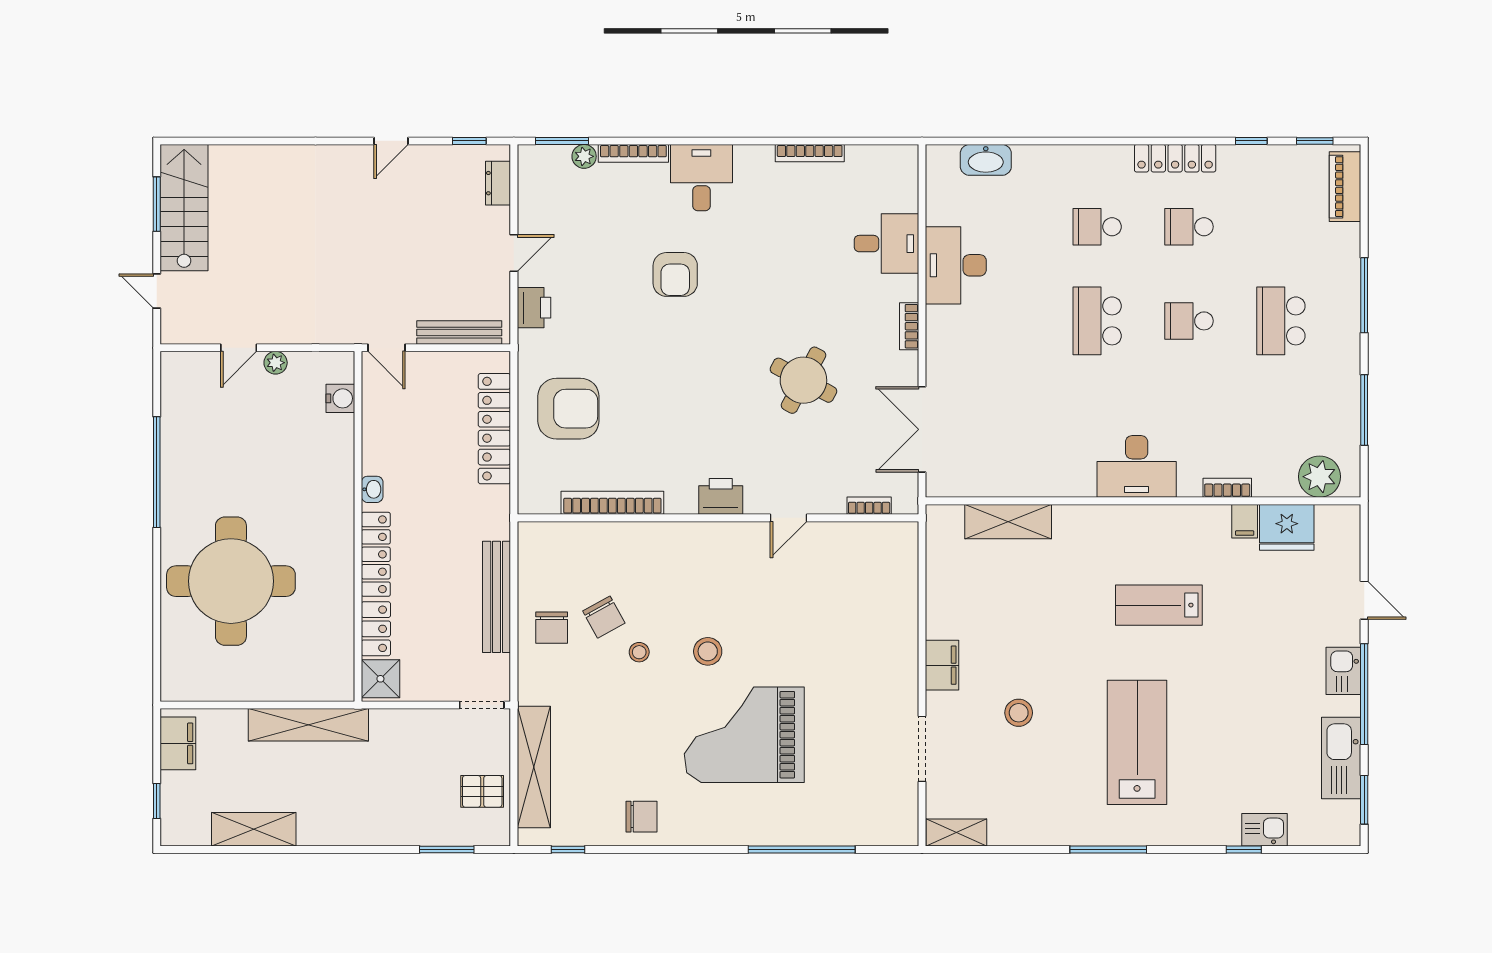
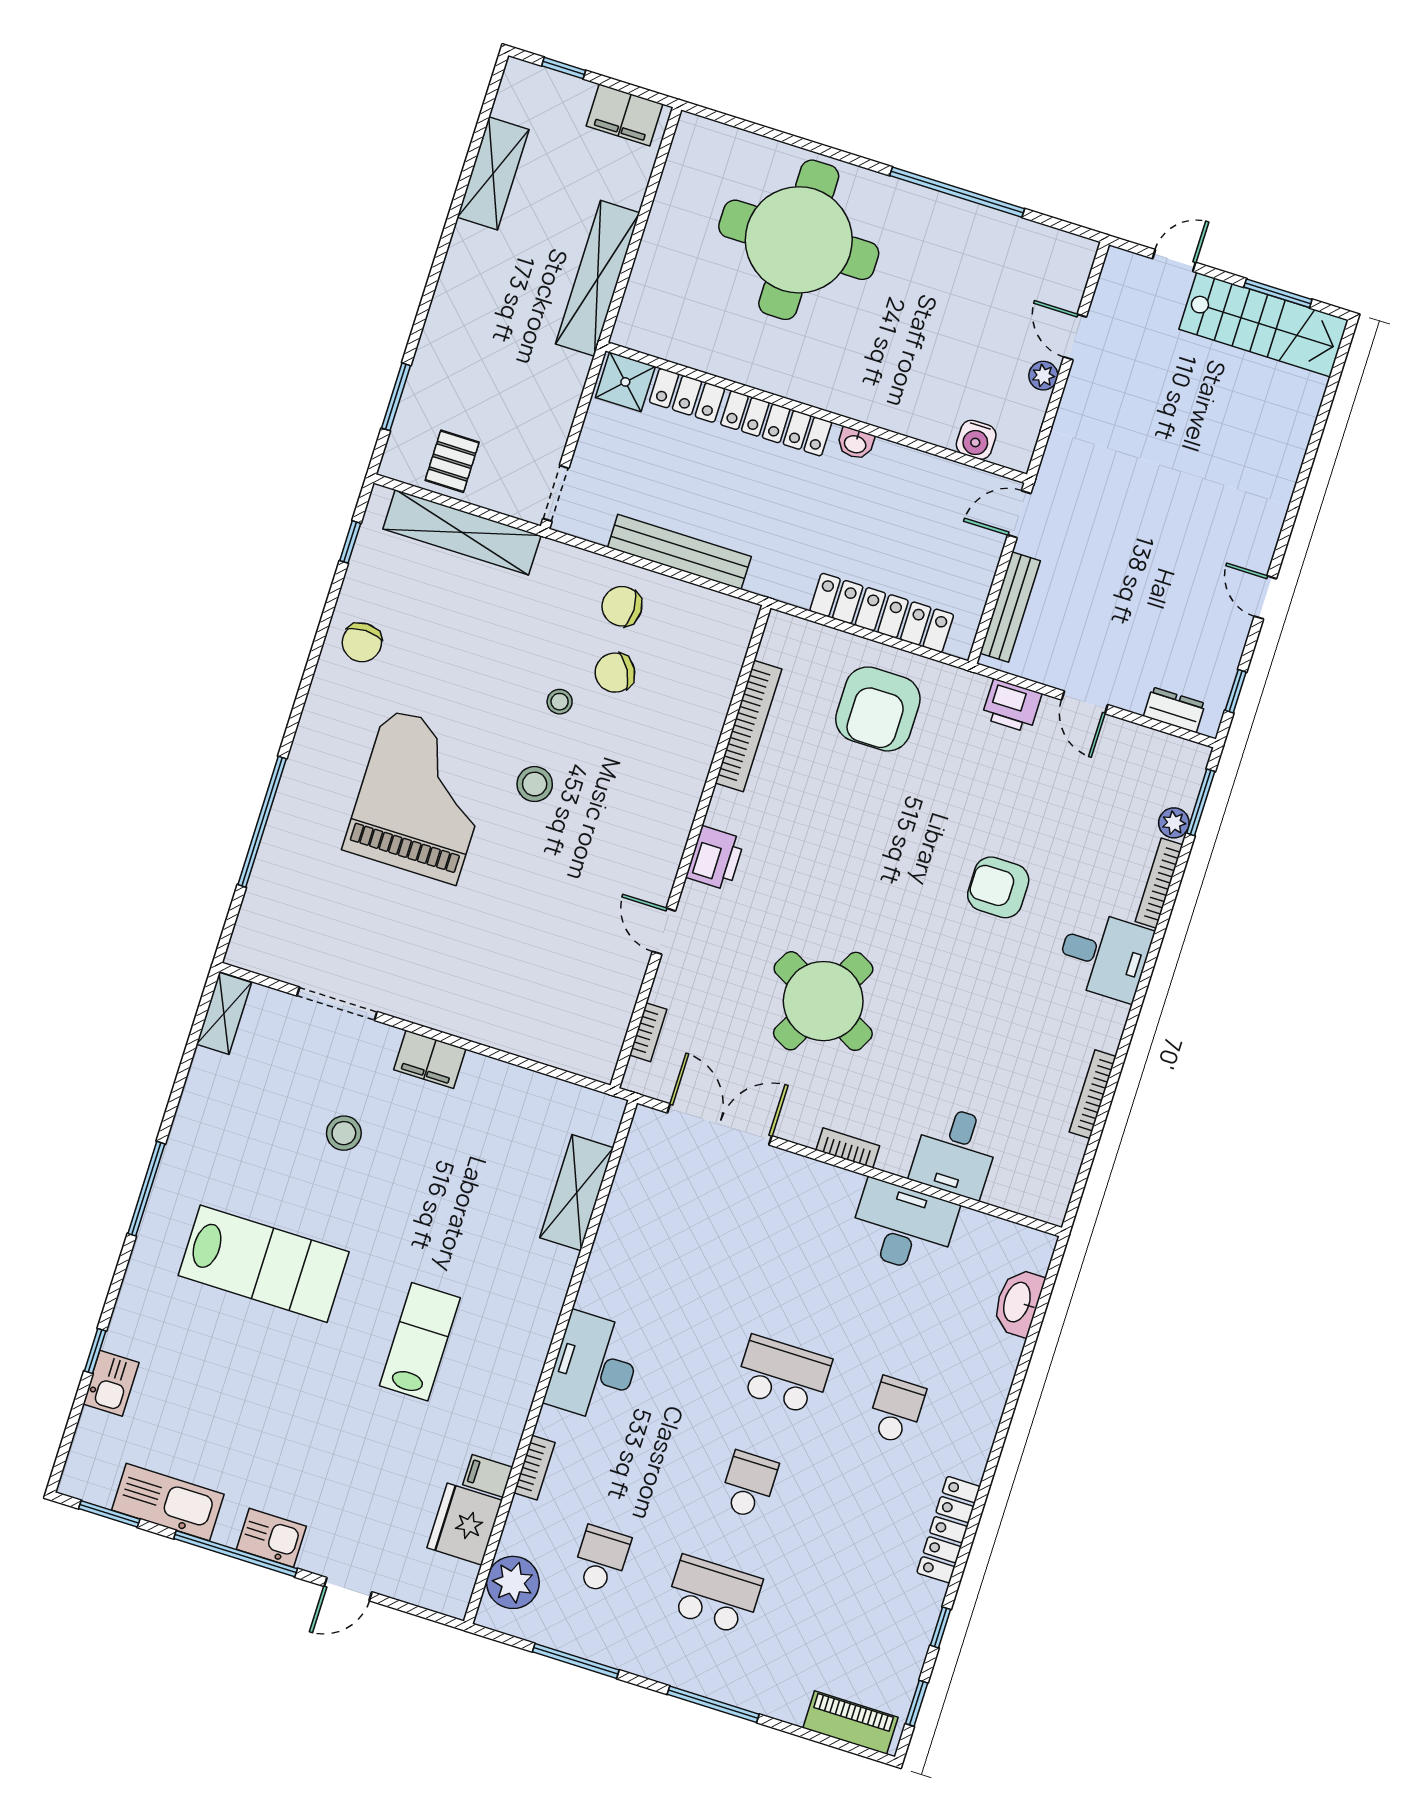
school desk: (1189, 227) -> (601, 1559), moved
round table: (803, 380) -> (823, 1001), width x1.36, depth x1.36

